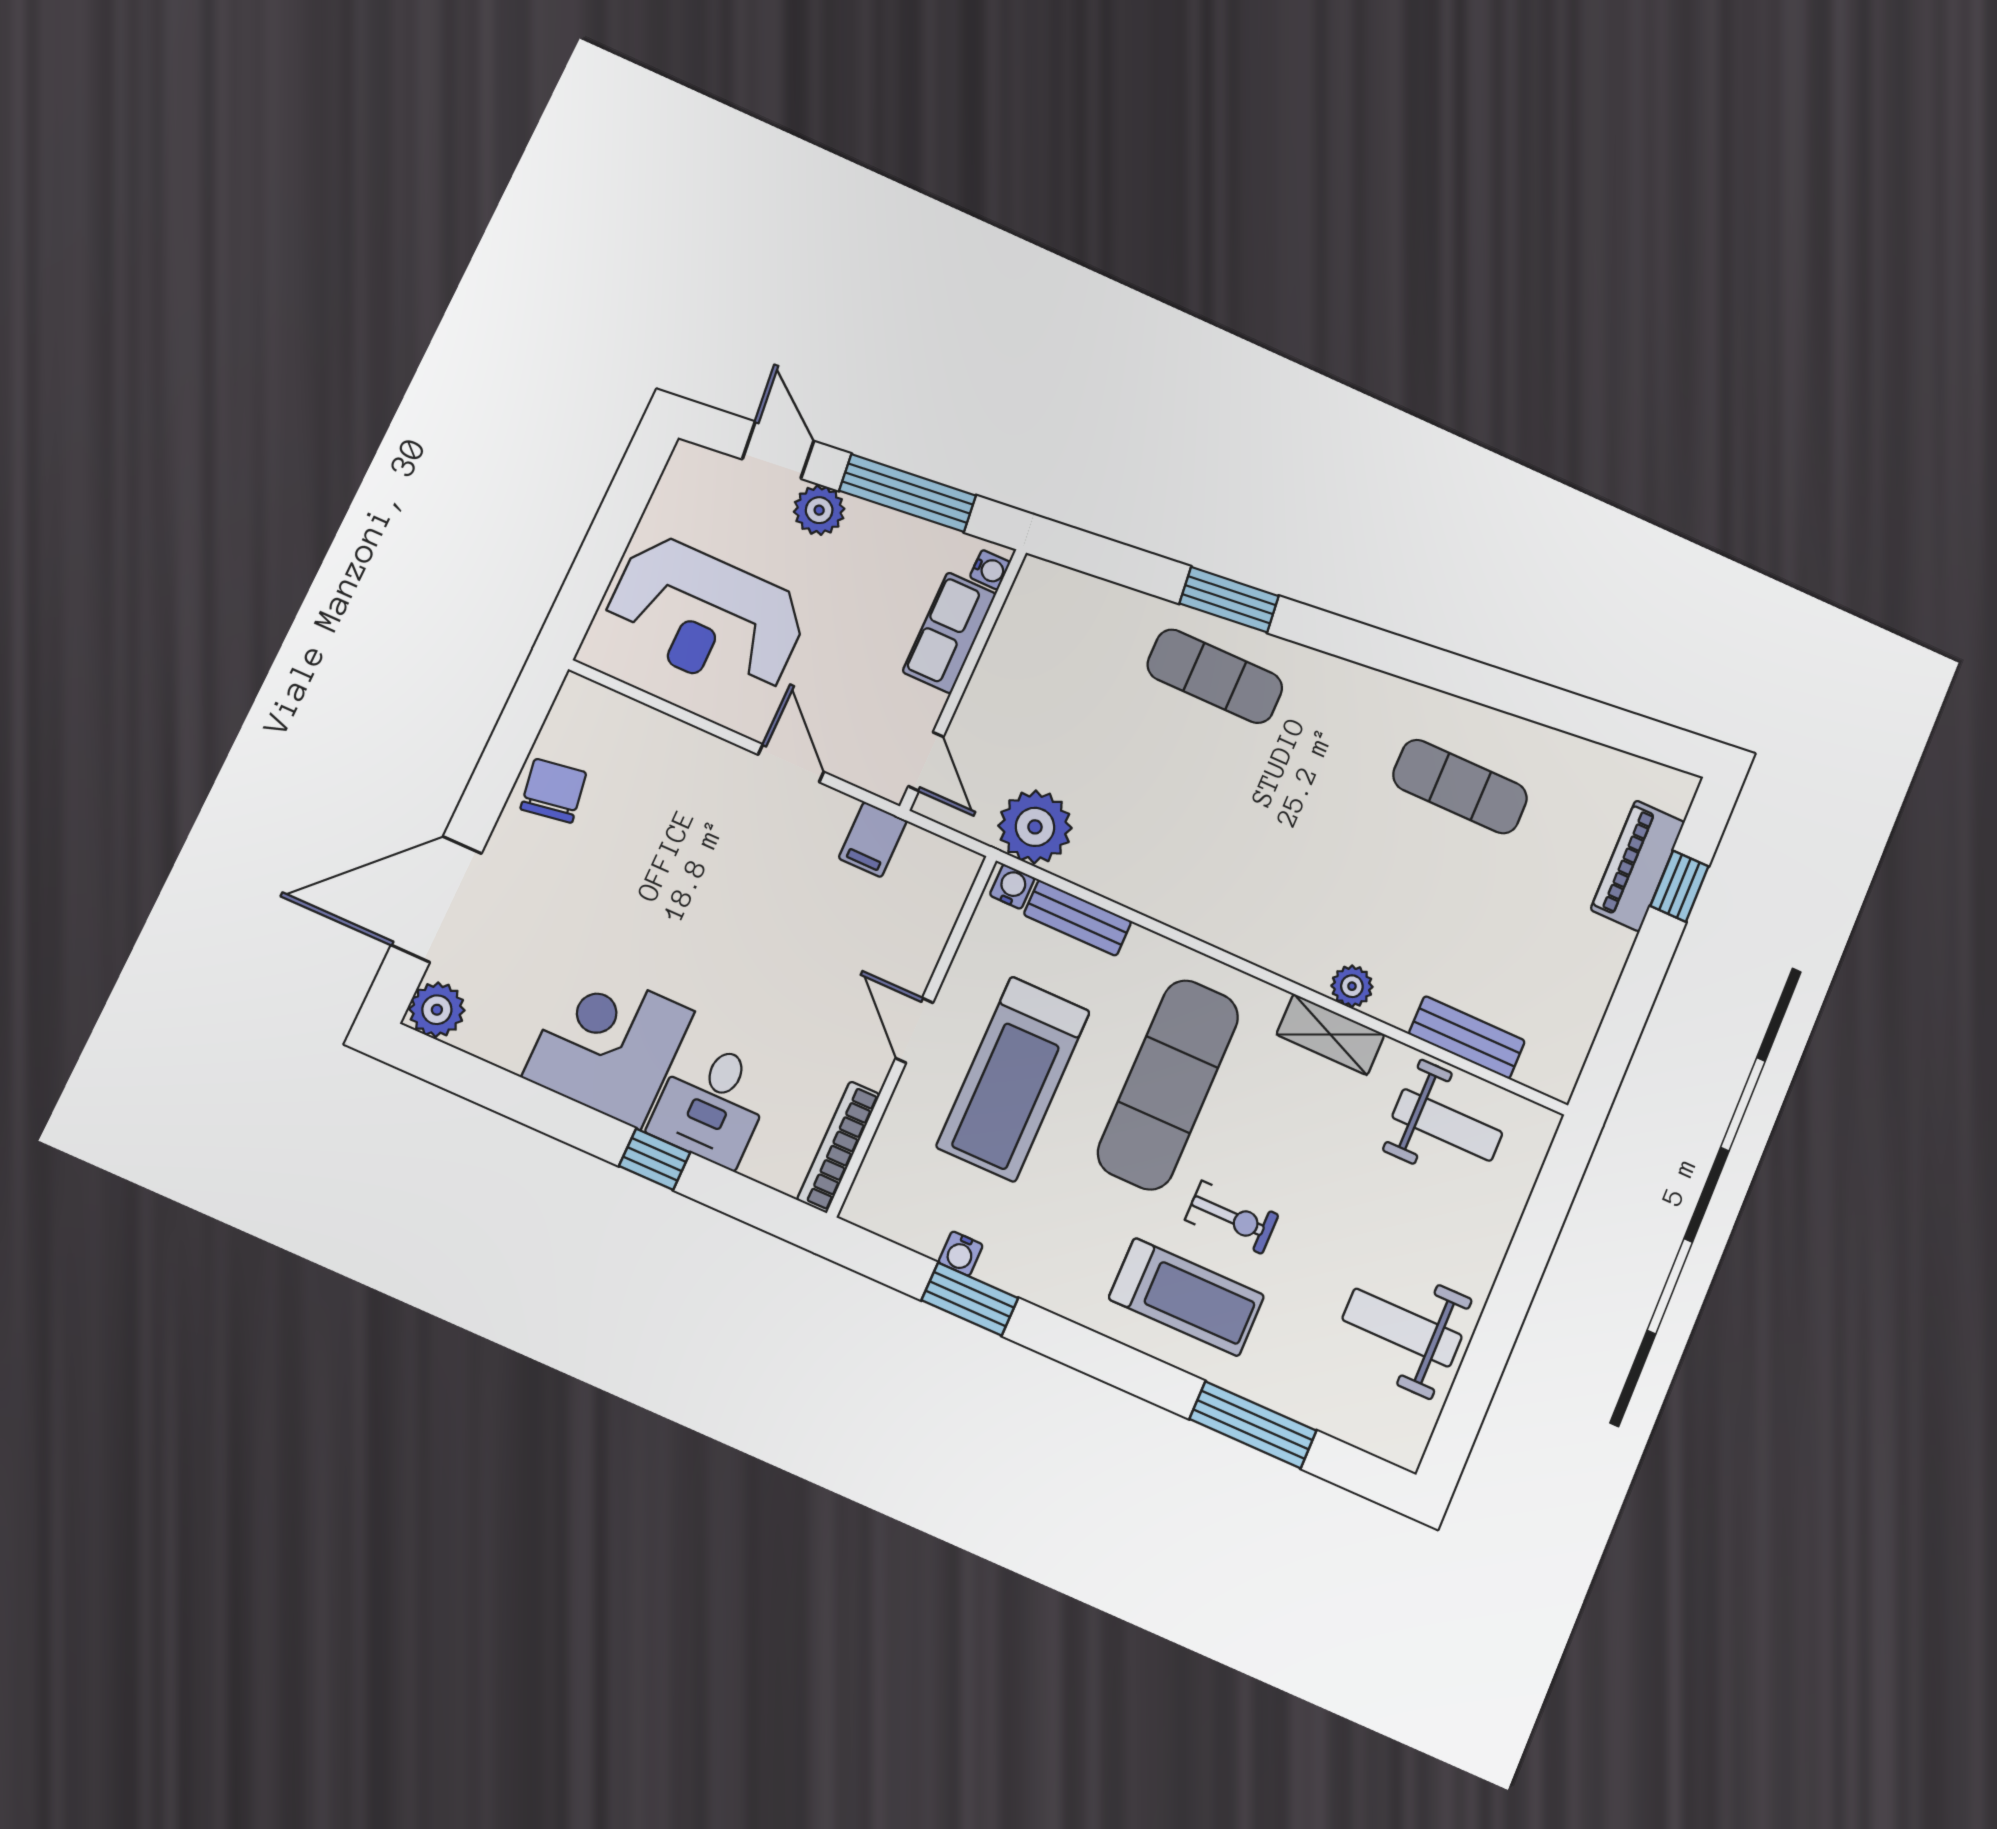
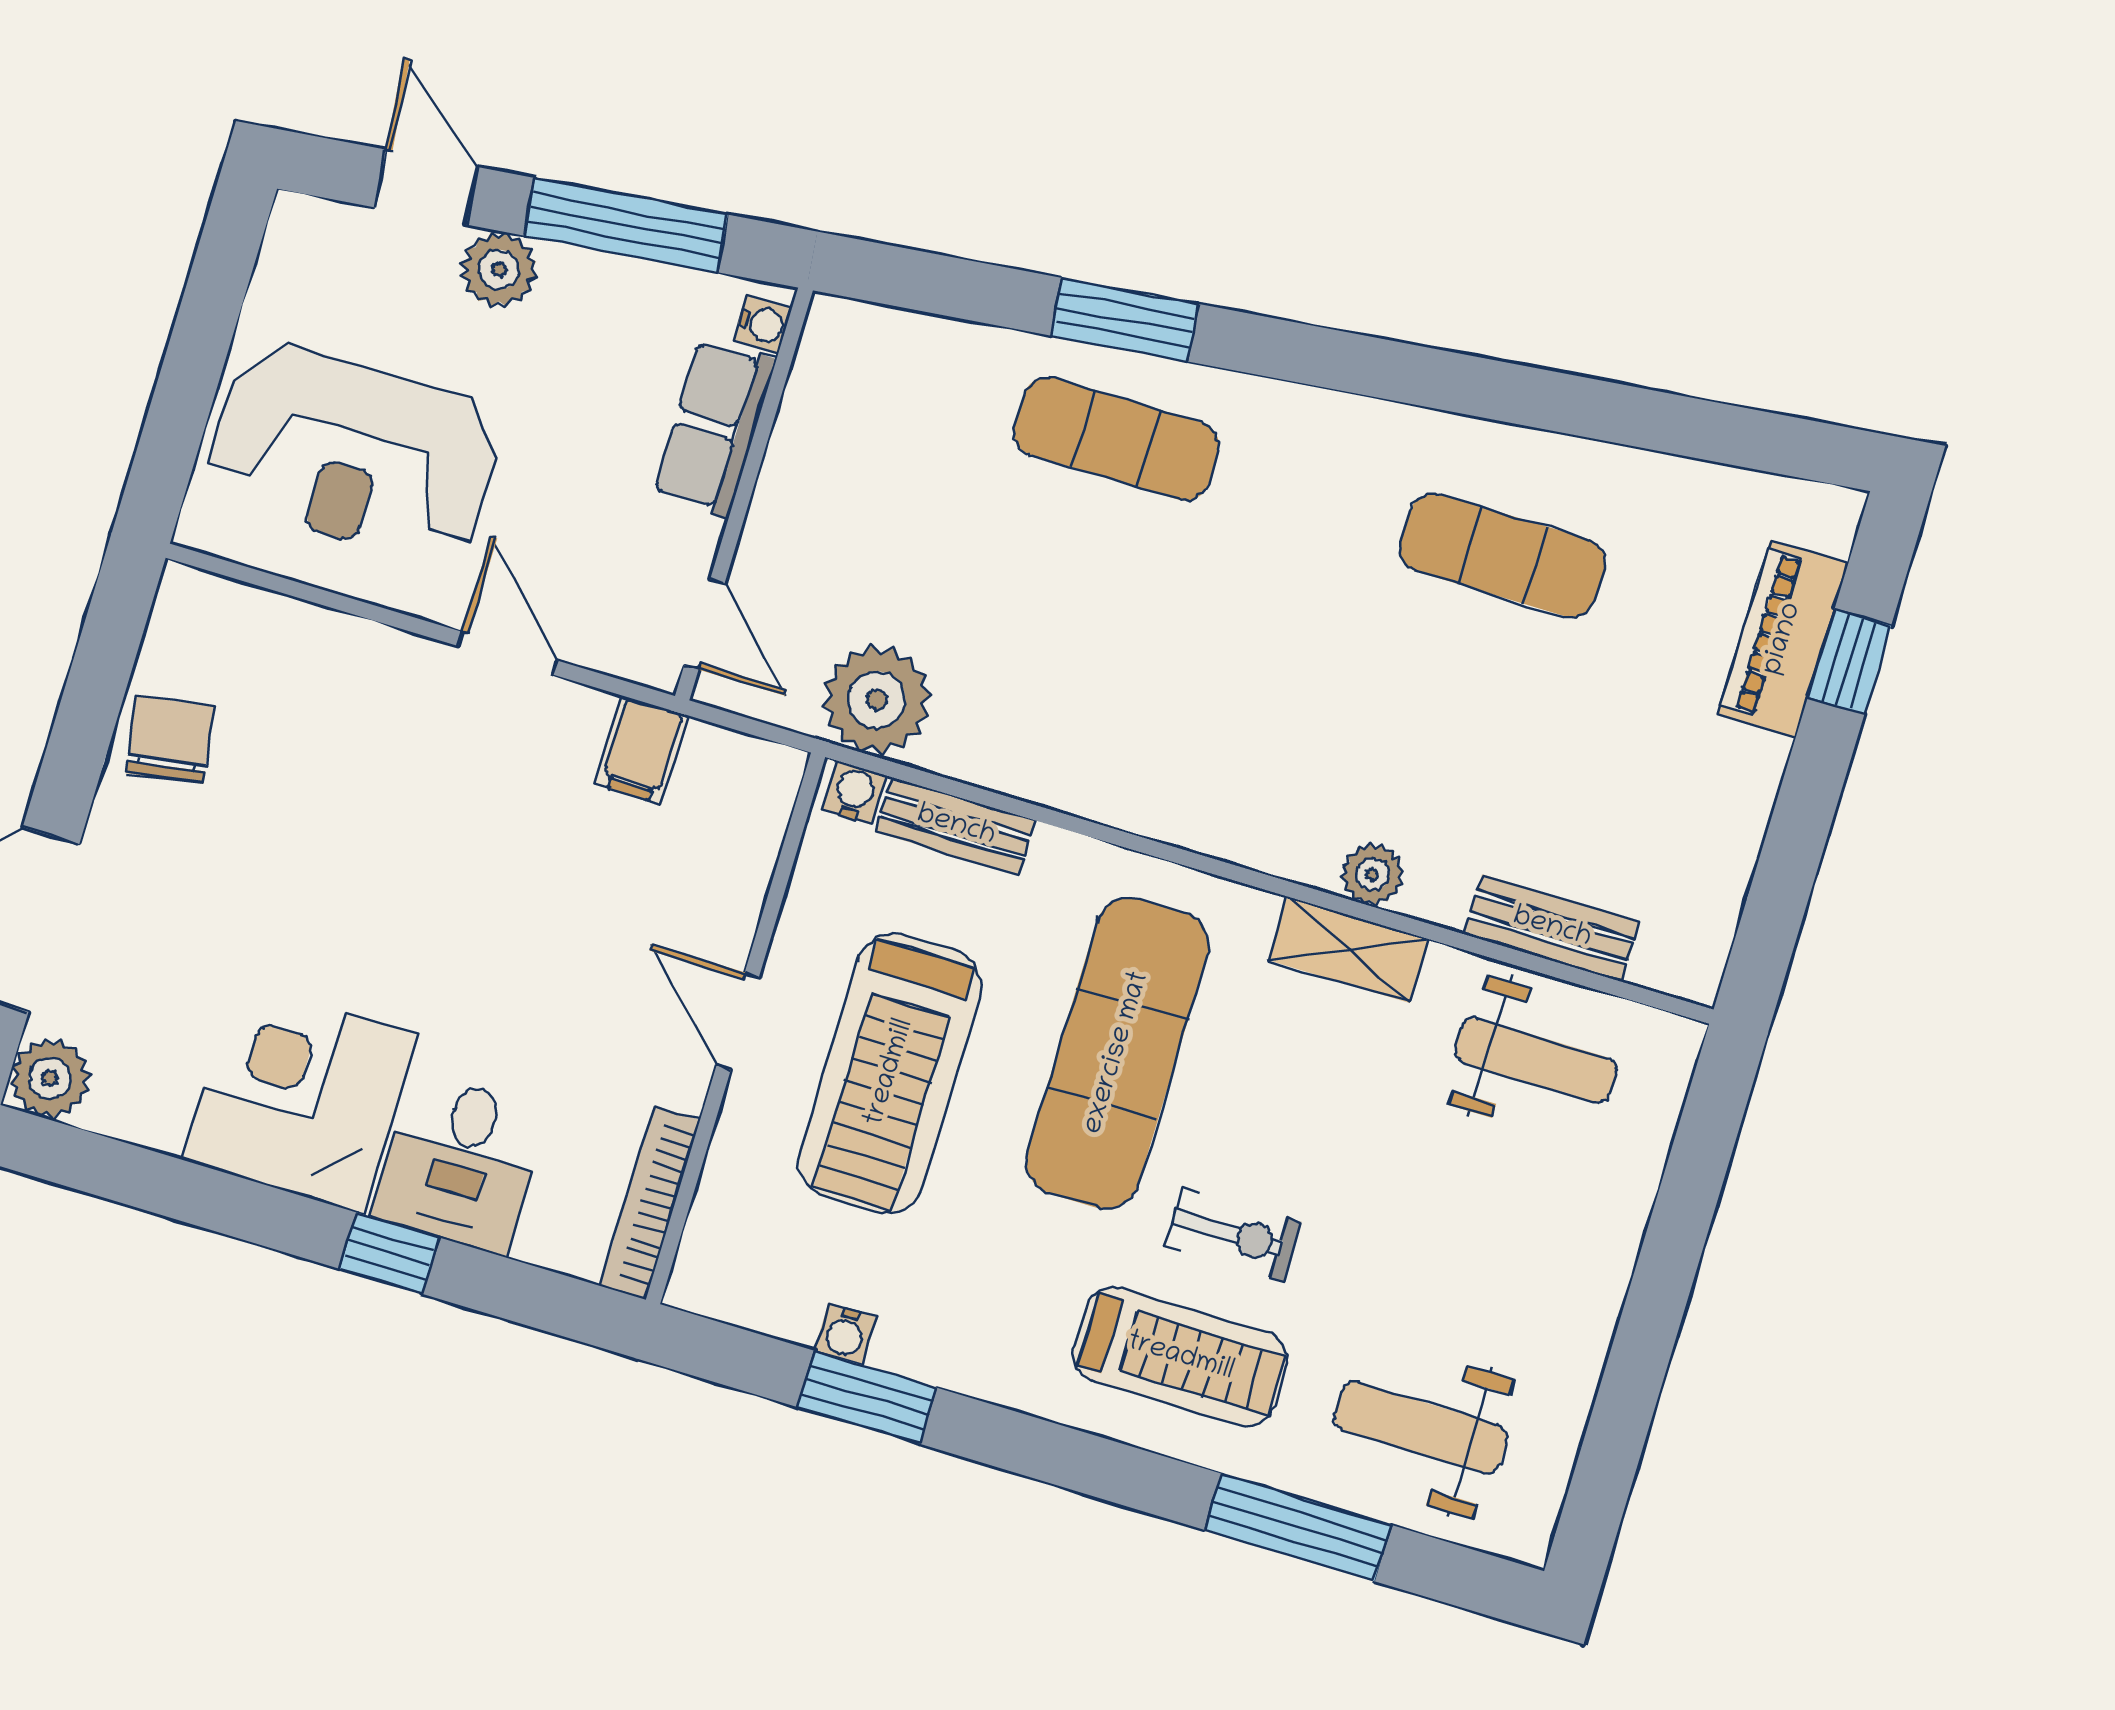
weight bench: (1402, 1328) -> (1420, 1428), moved

